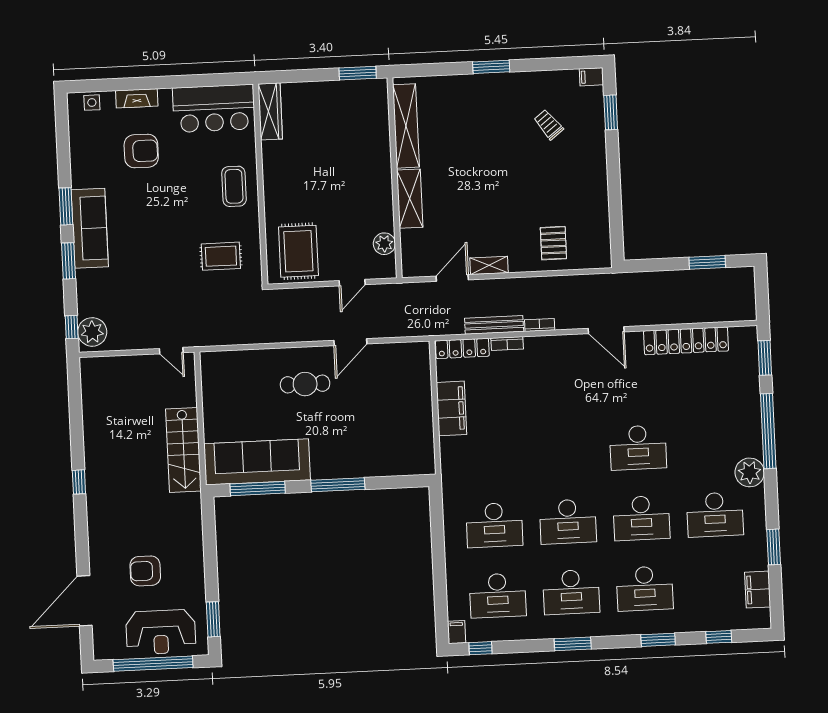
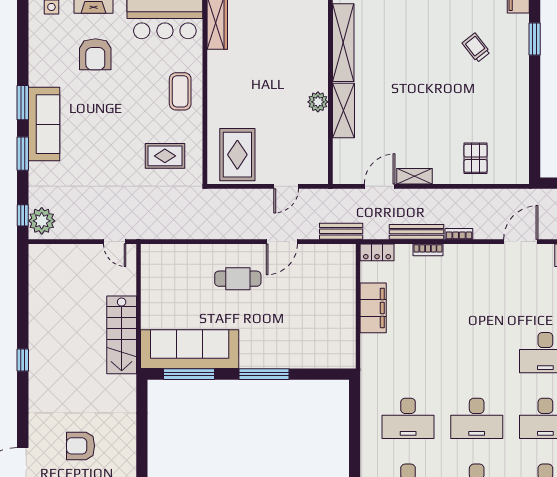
armchair: (141, 151) -> (95, 54), turned 90
plant: (384, 244) -> (318, 102), moved
bench: (413, 328) -> (341, 231), added
door: (606, 330) -> (521, 242), swing flipped
locker: (462, 348) -> (377, 252), width x0.66

